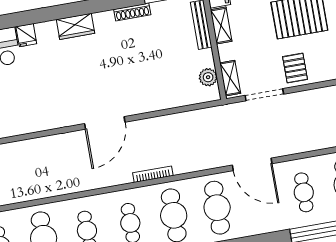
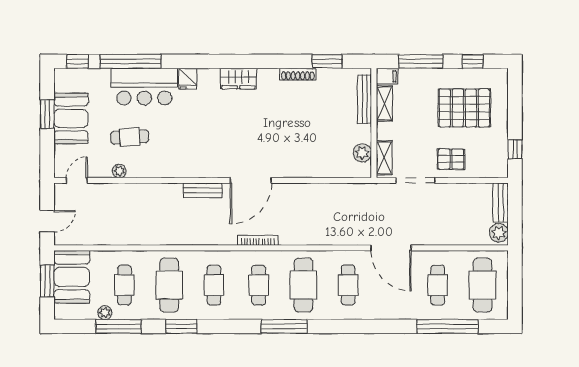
pallet: (295, 68) -> (451, 159), turned 90
bench: (60, 141) -> (203, 190), added
bookcase: (153, 174) -> (258, 240), moved
cafe table: (217, 208) -> (348, 285), width x0.73, depth x0.74

